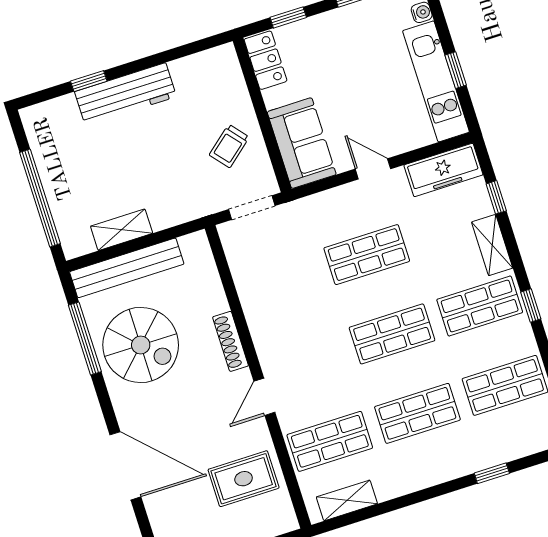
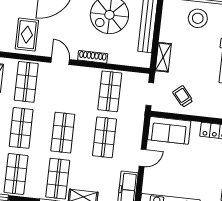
stool: (75, 182) -> (198, 18), added
shelving: (122, 230) -> (163, 57), moved
shop shelf: (279, 283) -> (110, 91), added

